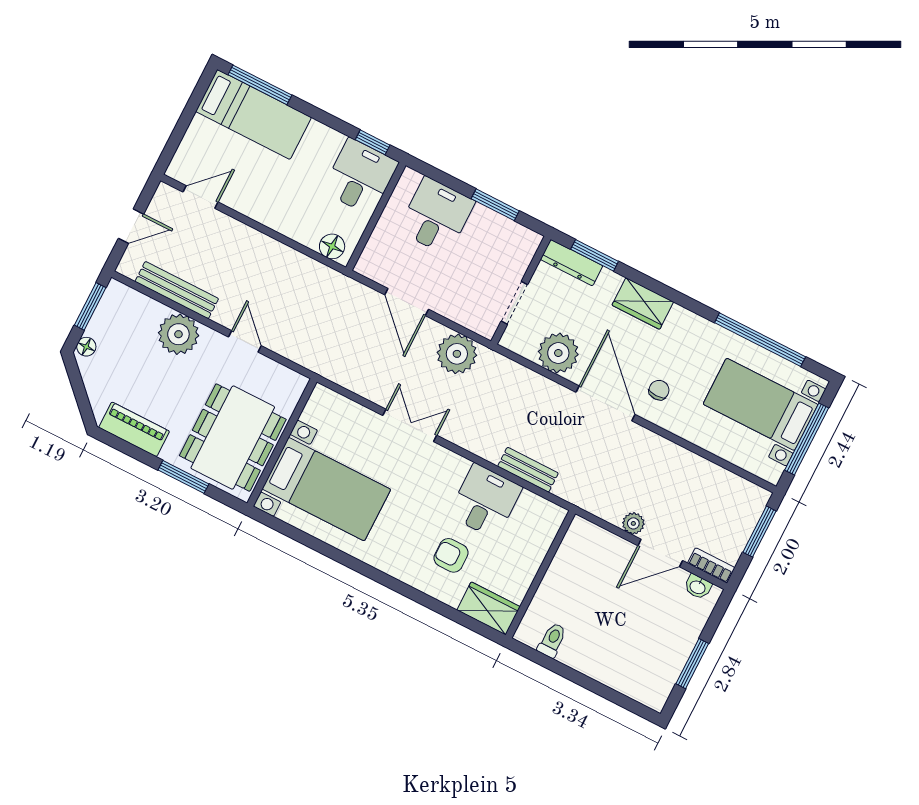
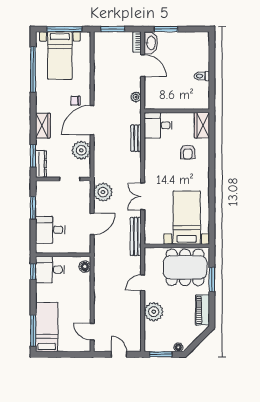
bench: (177, 290) -> (136, 236), moved
desk: (485, 501) -> (158, 125), moved
plant: (633, 523) -> (136, 97), moved
washbasin: (698, 587) -> (151, 43), width x1.91, depth x1.45
toilet: (552, 640) -> (202, 76), moved
window: (692, 664) -> (166, 29), moved

